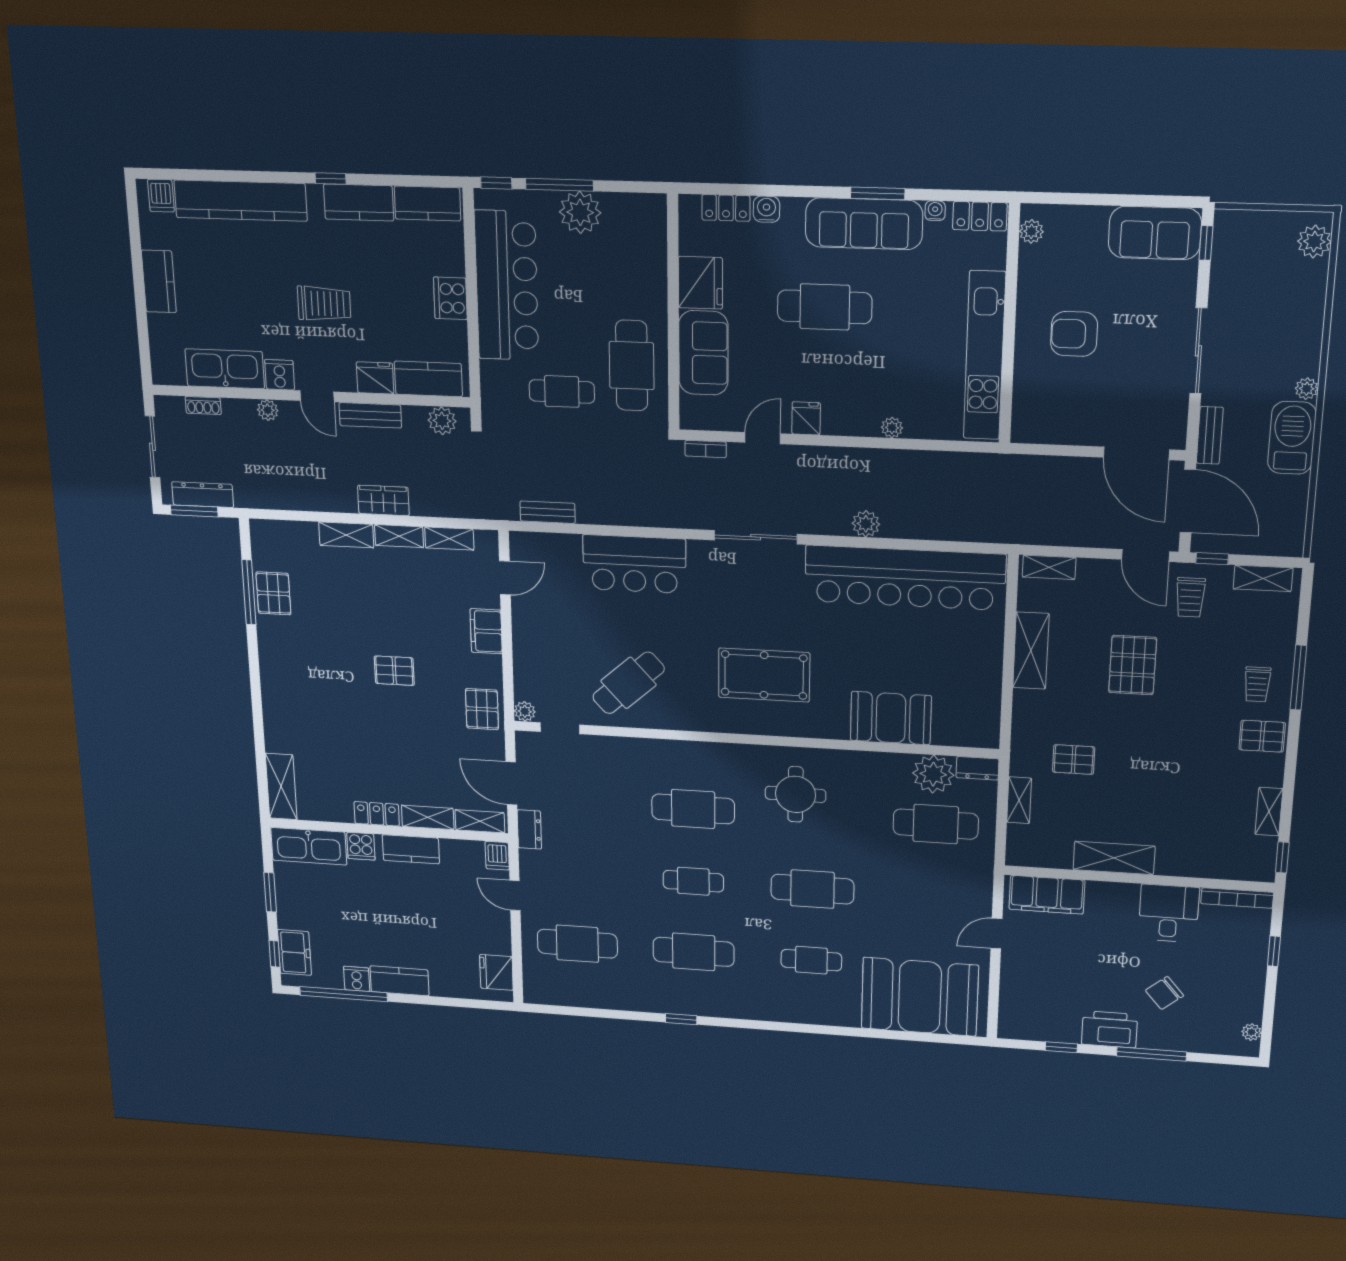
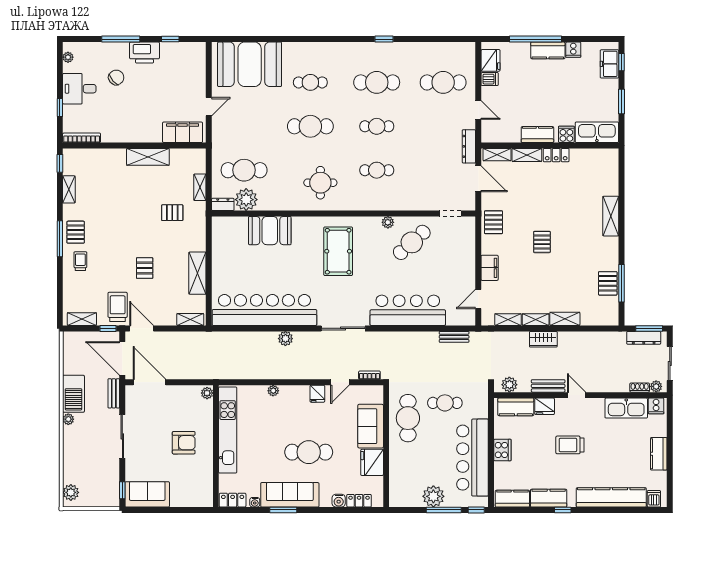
plant: (1031, 231) -> (207, 393), moved
cooker: (280, 375) -> (656, 406), moved
plant: (268, 410) -> (656, 386), moved
bar counter: (634, 564) -> (408, 310), width x1.36
trolley: (1190, 597) -> (118, 307), width x1.36, depth x1.39
pallet: (1133, 665) -> (145, 268), width x0.67, depth x0.71
pallet: (394, 671) -> (542, 242), turned 90
pool table: (764, 675) -> (338, 251), turned 90
window: (1298, 678) -> (60, 239), moved
plant: (525, 711) -> (388, 222), moved
pallet: (1262, 736) -> (76, 232), turned 90
shelving: (281, 786) -> (611, 216), moved
cafe table: (693, 809) -> (377, 170), width x0.73, depth x0.74
dresser: (529, 829) -> (469, 146), width x1.44
dishwasher: (497, 856) -> (490, 79), moved, turned 90
desk: (1169, 913) -> (79, 89), moved, turned 90
window: (344, 994) -> (535, 39), moved

